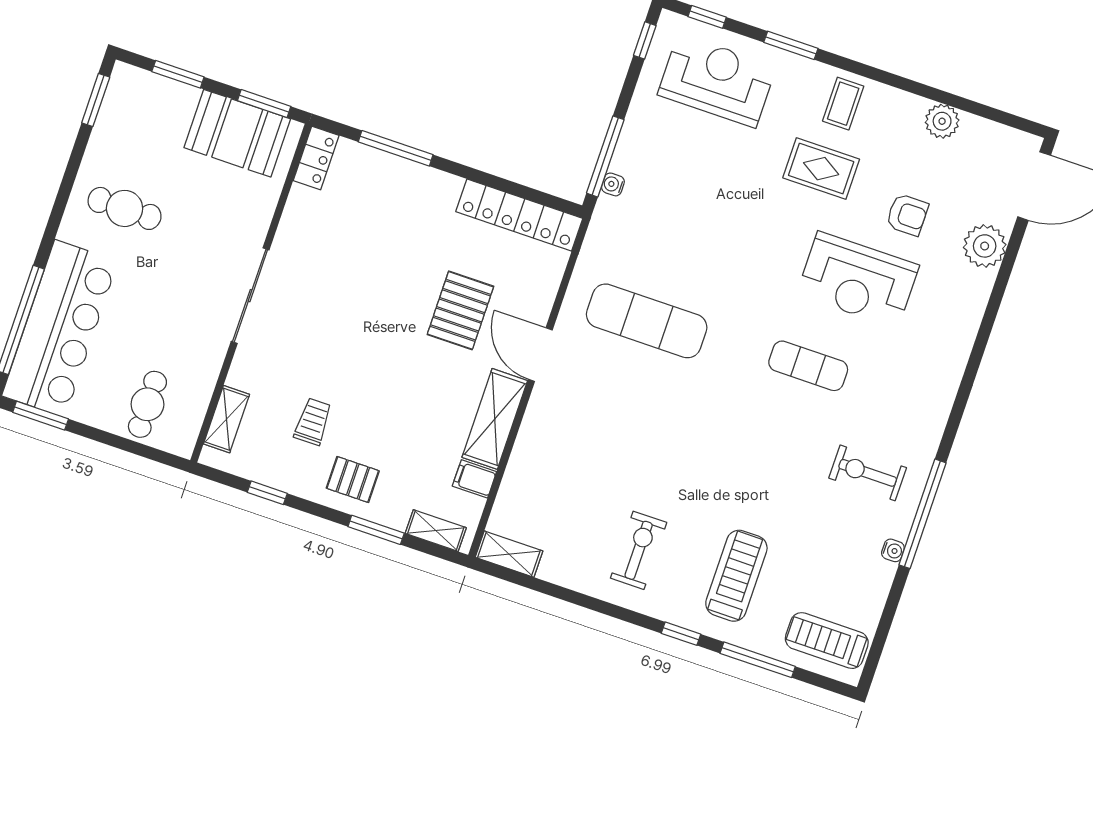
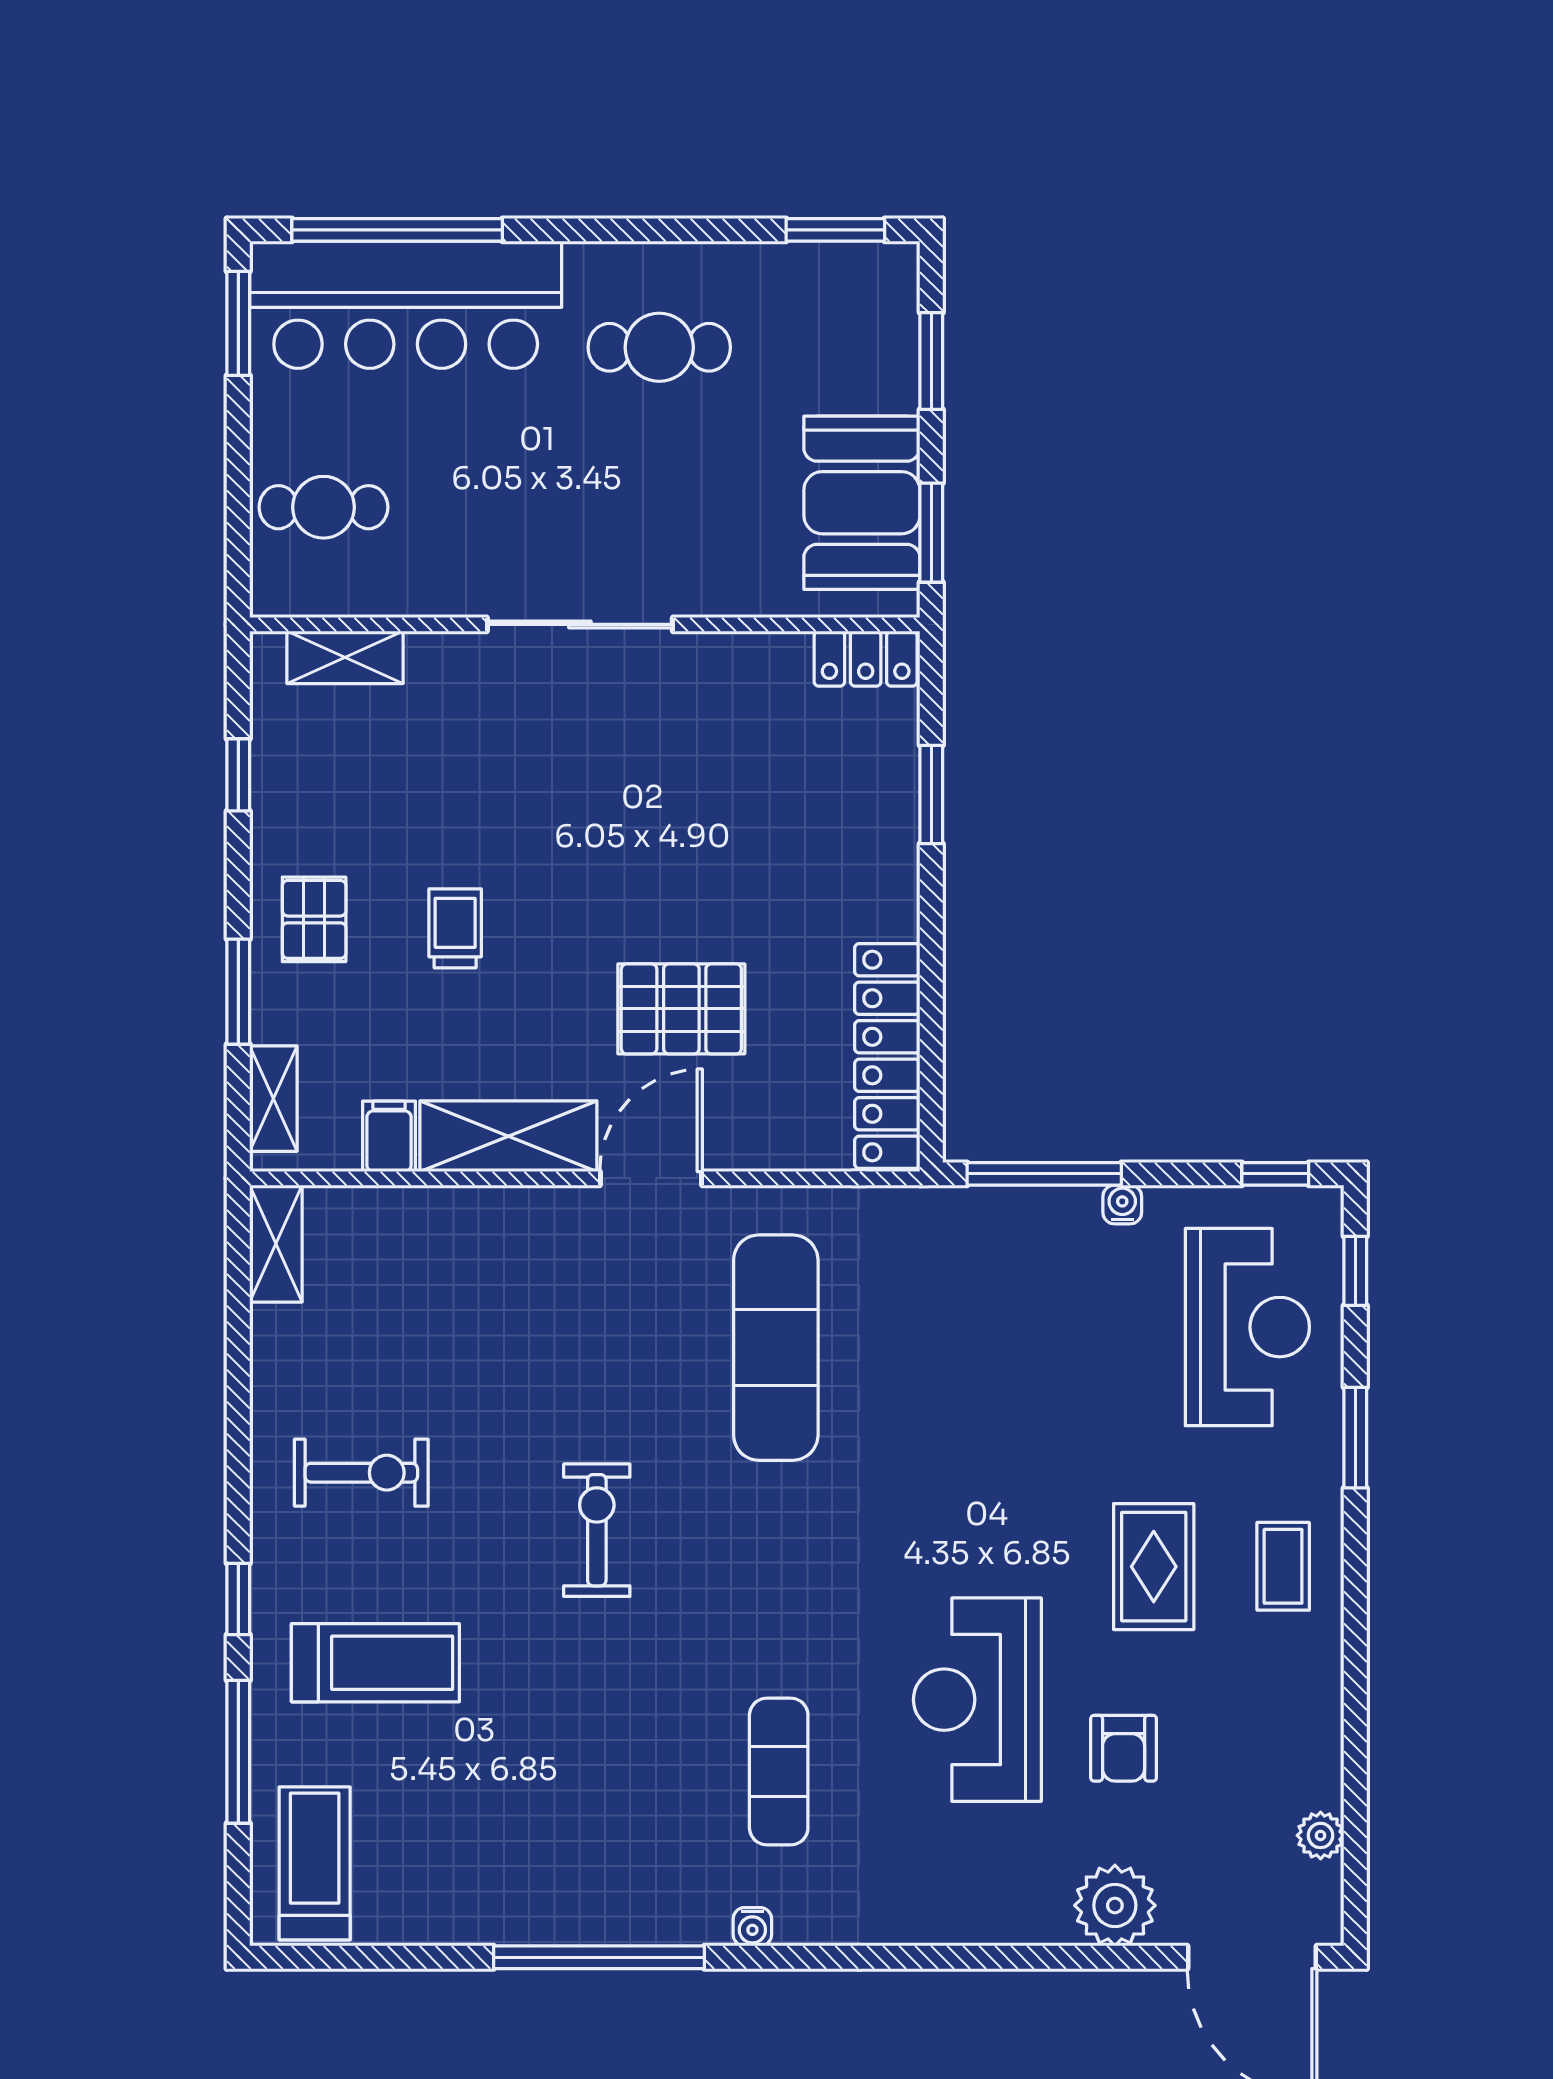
coffee table: (843, 104) -> (1283, 1566), turned 90
plant: (942, 121) -> (1321, 1835), moved, width x0.73, depth x0.73
window: (396, 148) -> (931, 795), width x0.69
water cooler: (613, 184) -> (1122, 1204), moved
cafe table: (125, 208) -> (659, 347), turned 90
exercise mat: (808, 366) -> (779, 1772), moved
trolley: (313, 422) -> (455, 928), moved, turned -90
exercise bike: (868, 473) -> (597, 1530), moved
water cooler: (893, 550) -> (752, 1927), moved

